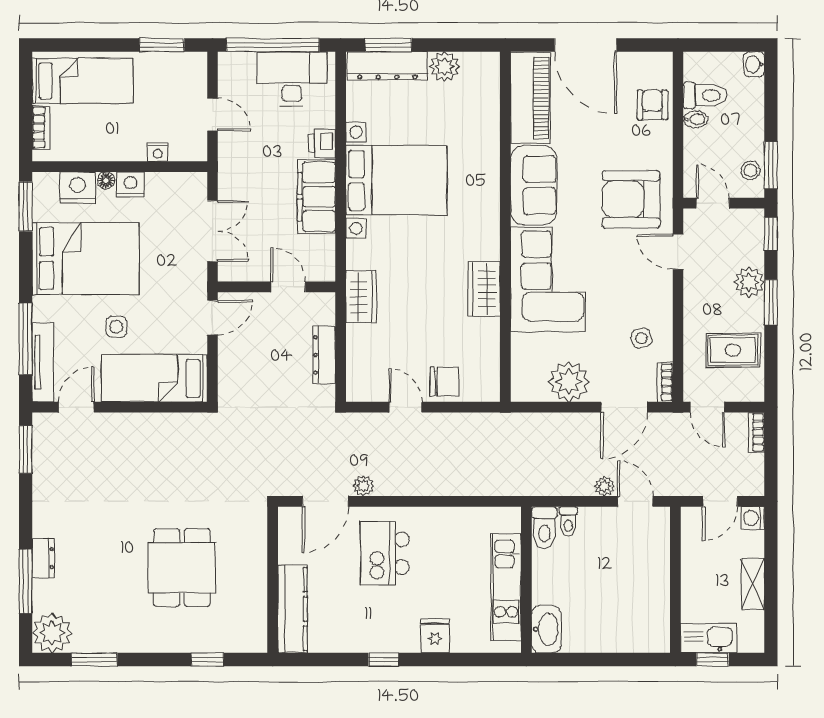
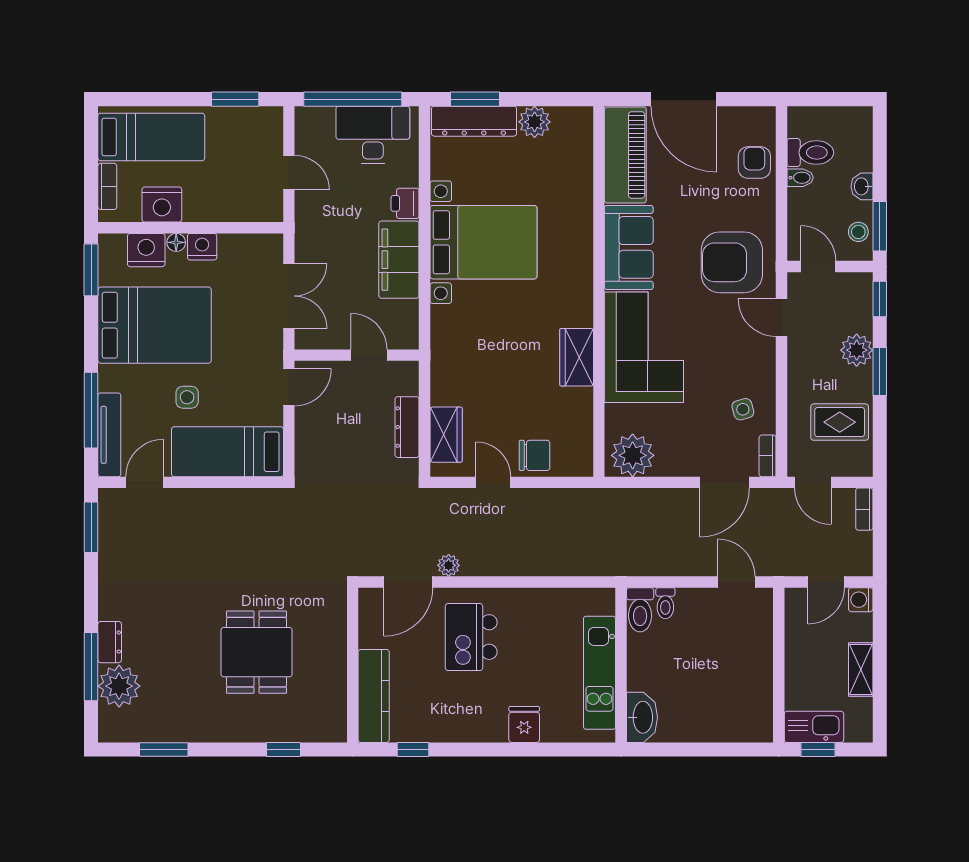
washbasin: (754, 64) -> (862, 186), moved
nightstand: (158, 152) -> (162, 205), moved, width x1.89, depth x1.79
wardrobe: (361, 297) -> (446, 435), moved
plant: (569, 382) -> (633, 455), moved
plant: (605, 486) -> (704, 566), removed
plant: (52, 633) -> (119, 686), moved
window: (384, 660) -> (413, 749), moved

